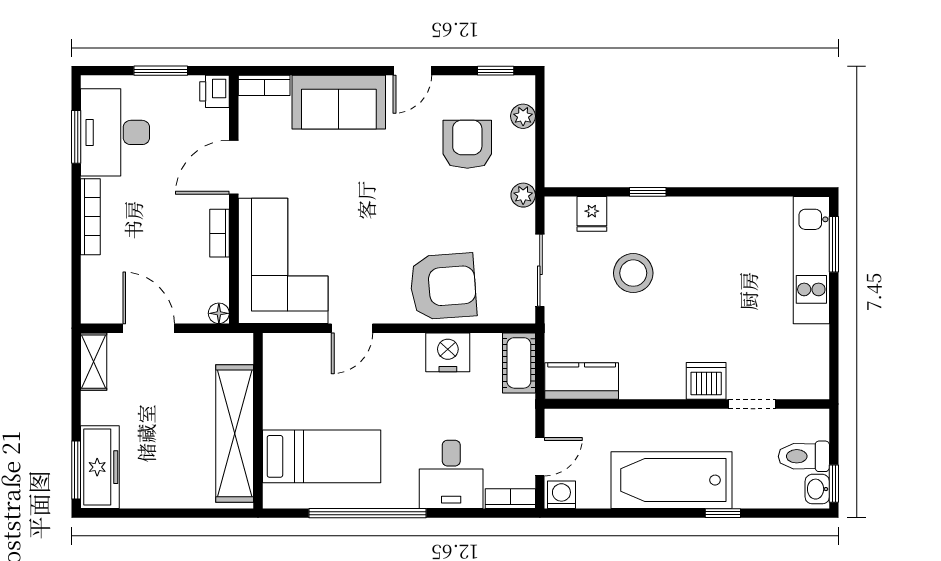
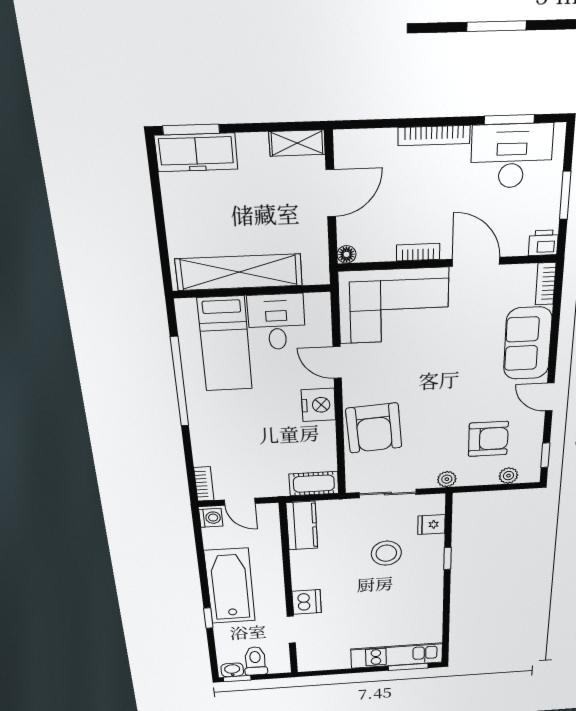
nightstand: (448, 352) -> (319, 405), moved
desk: (451, 474) -> (277, 322), moved, turned 90

